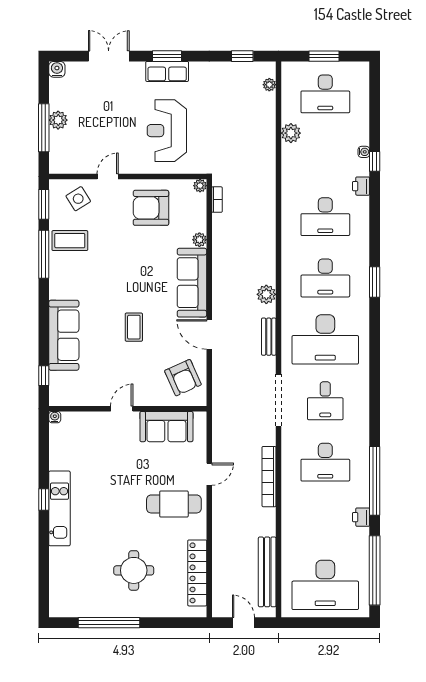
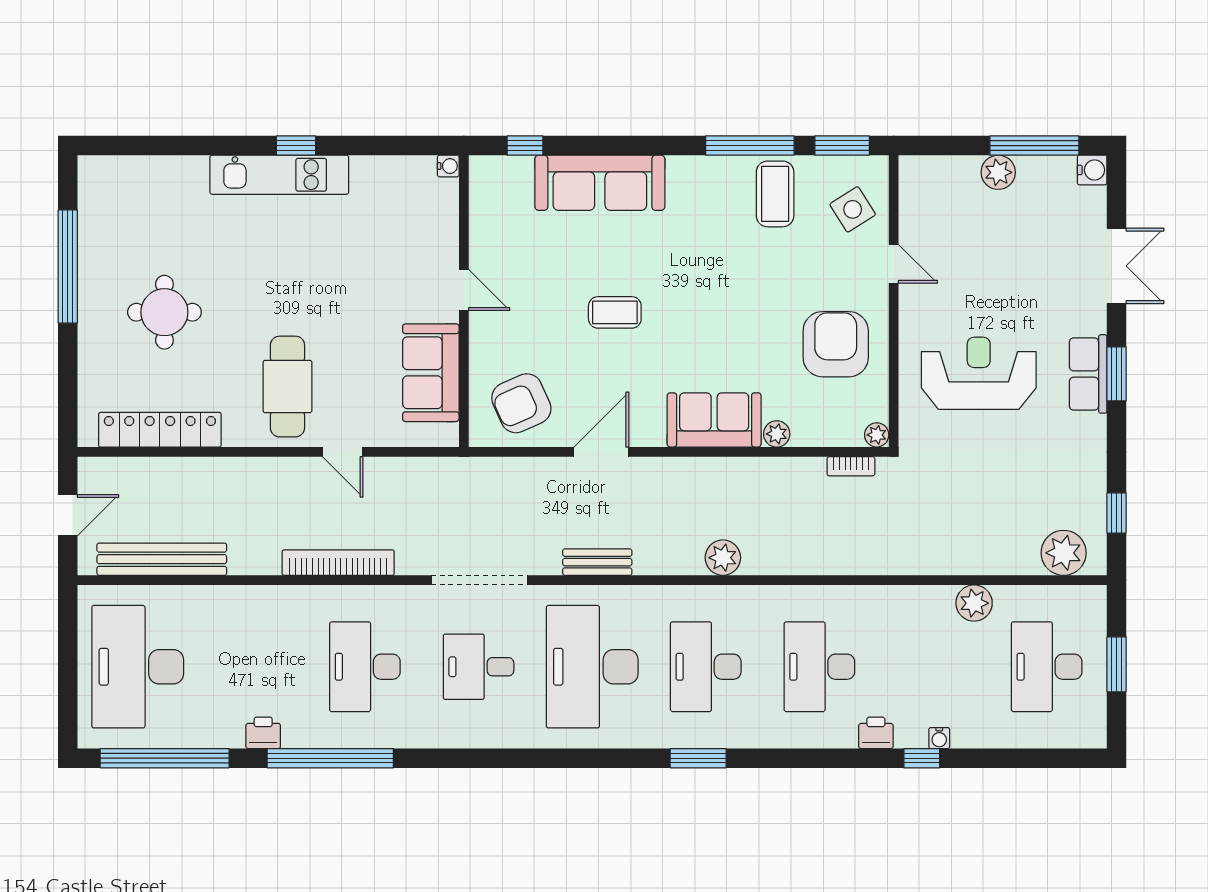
plant: (269, 85) -> (1064, 553), width x1.88, depth x1.88
window: (44, 128) -> (1034, 146), moved
sofa: (192, 283) -> (714, 420), width x0.73
plant: (266, 294) -> (723, 558), moved

